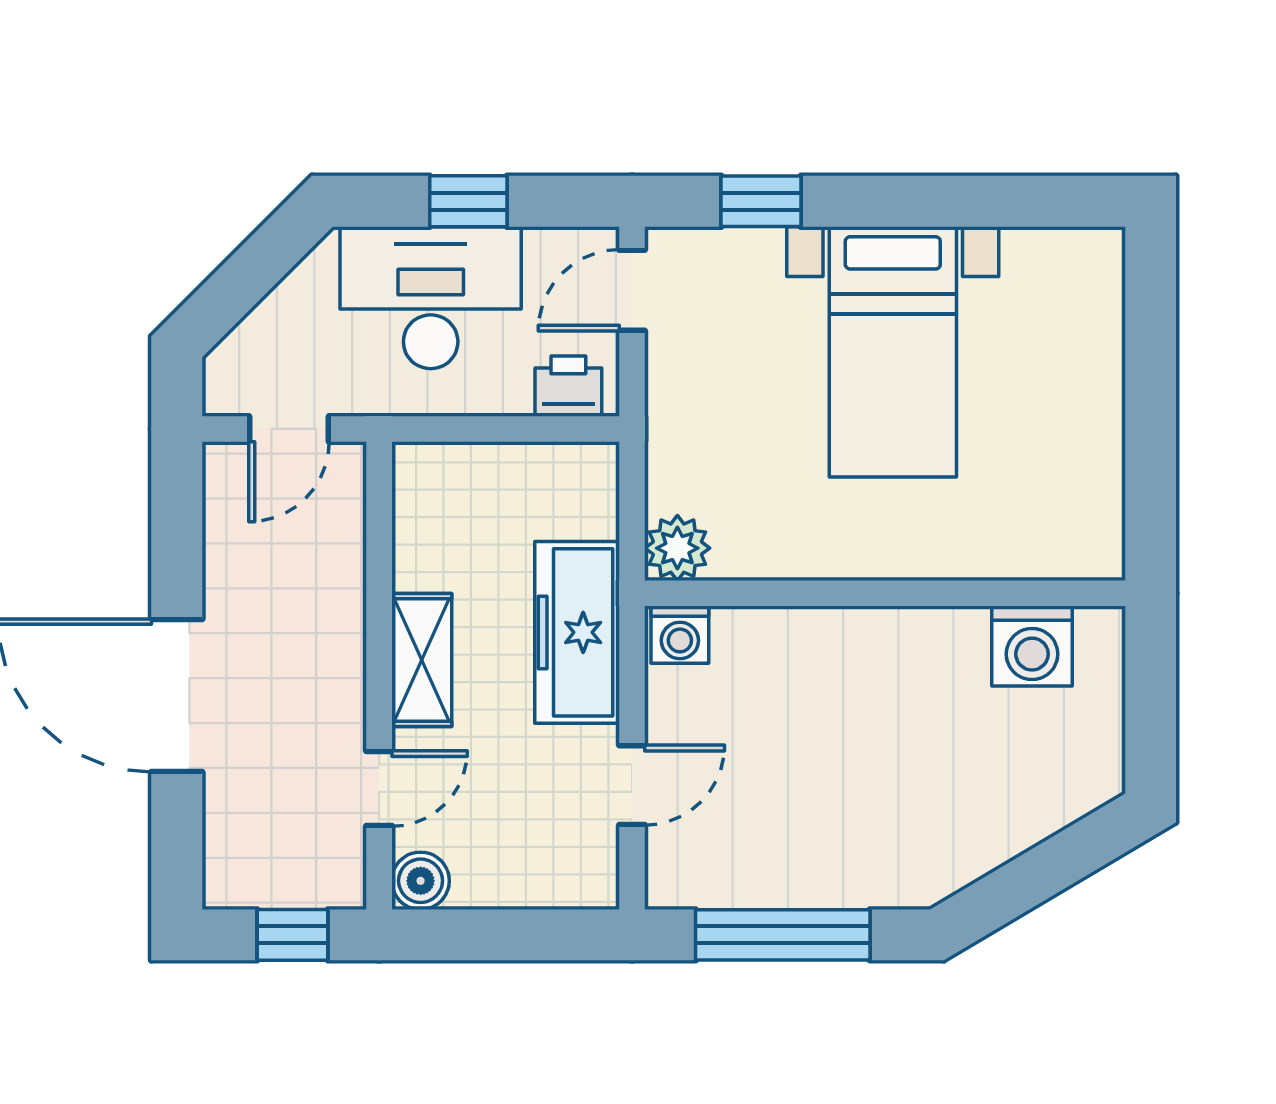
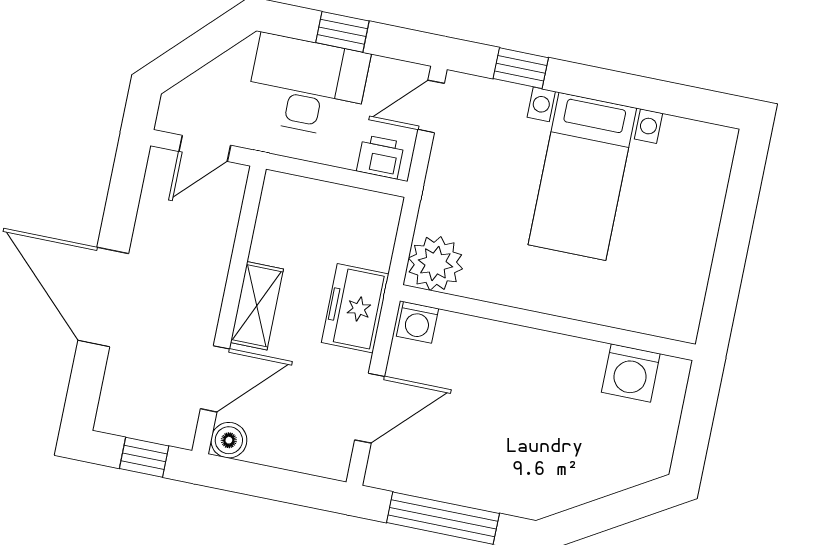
plant: (677, 548) -> (435, 263), width x1.36, depth x1.36
freezer: (577, 632) -> (355, 308), width x0.71
door: (632, 785) -> (370, 408), width x1.38
door: (379, 789) -> (215, 379), width x1.38

